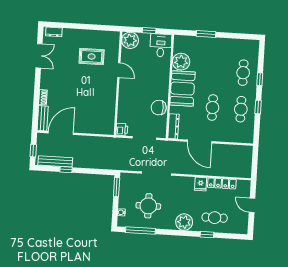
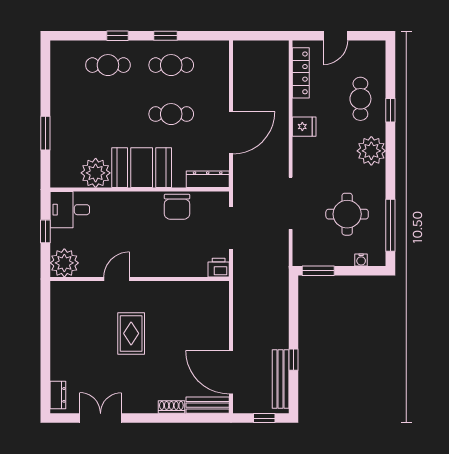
rug: (92, 57) -> (131, 333), moved
locker: (222, 183) -> (301, 73), moved

